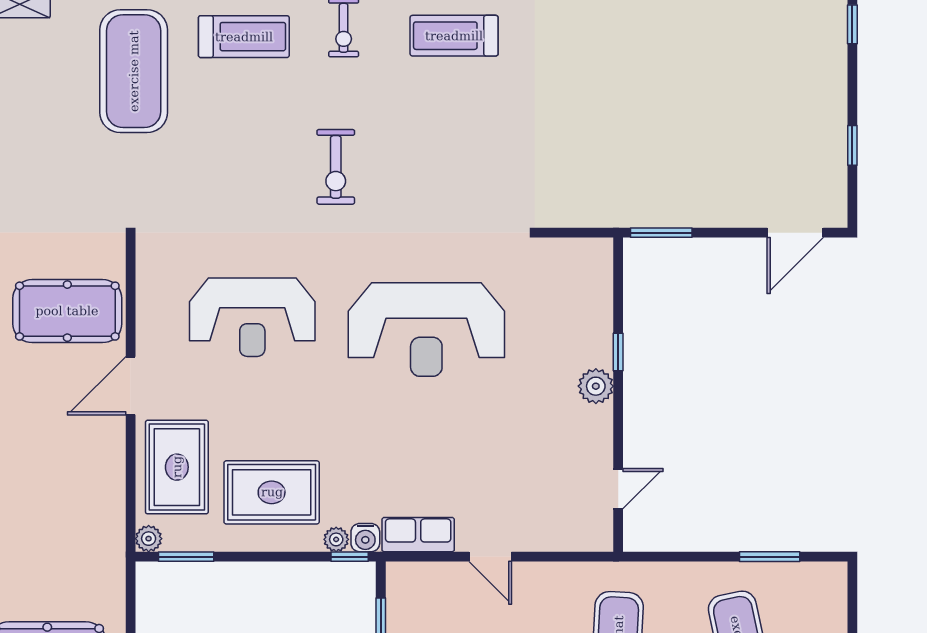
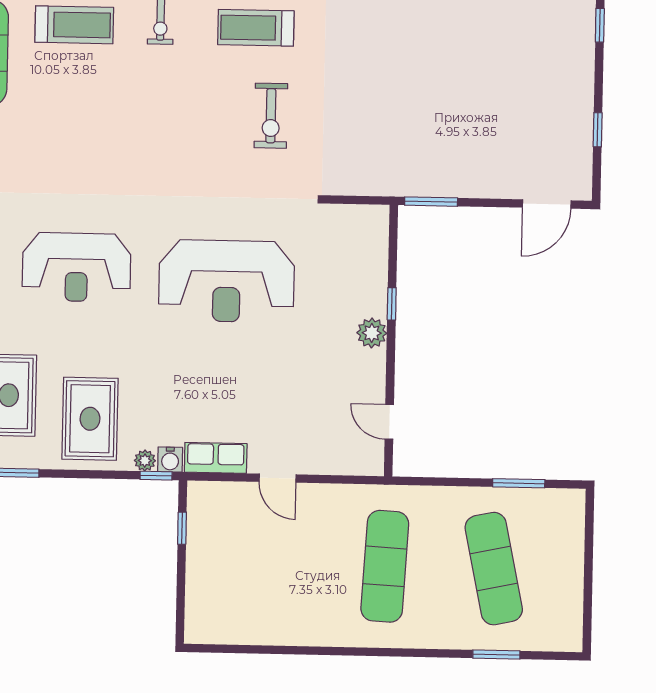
exercise bike: (336, 167) -> (271, 116), moved
door: (618, 489) -> (389, 422), swing flipped
rug: (272, 492) -> (90, 419), turned 90

